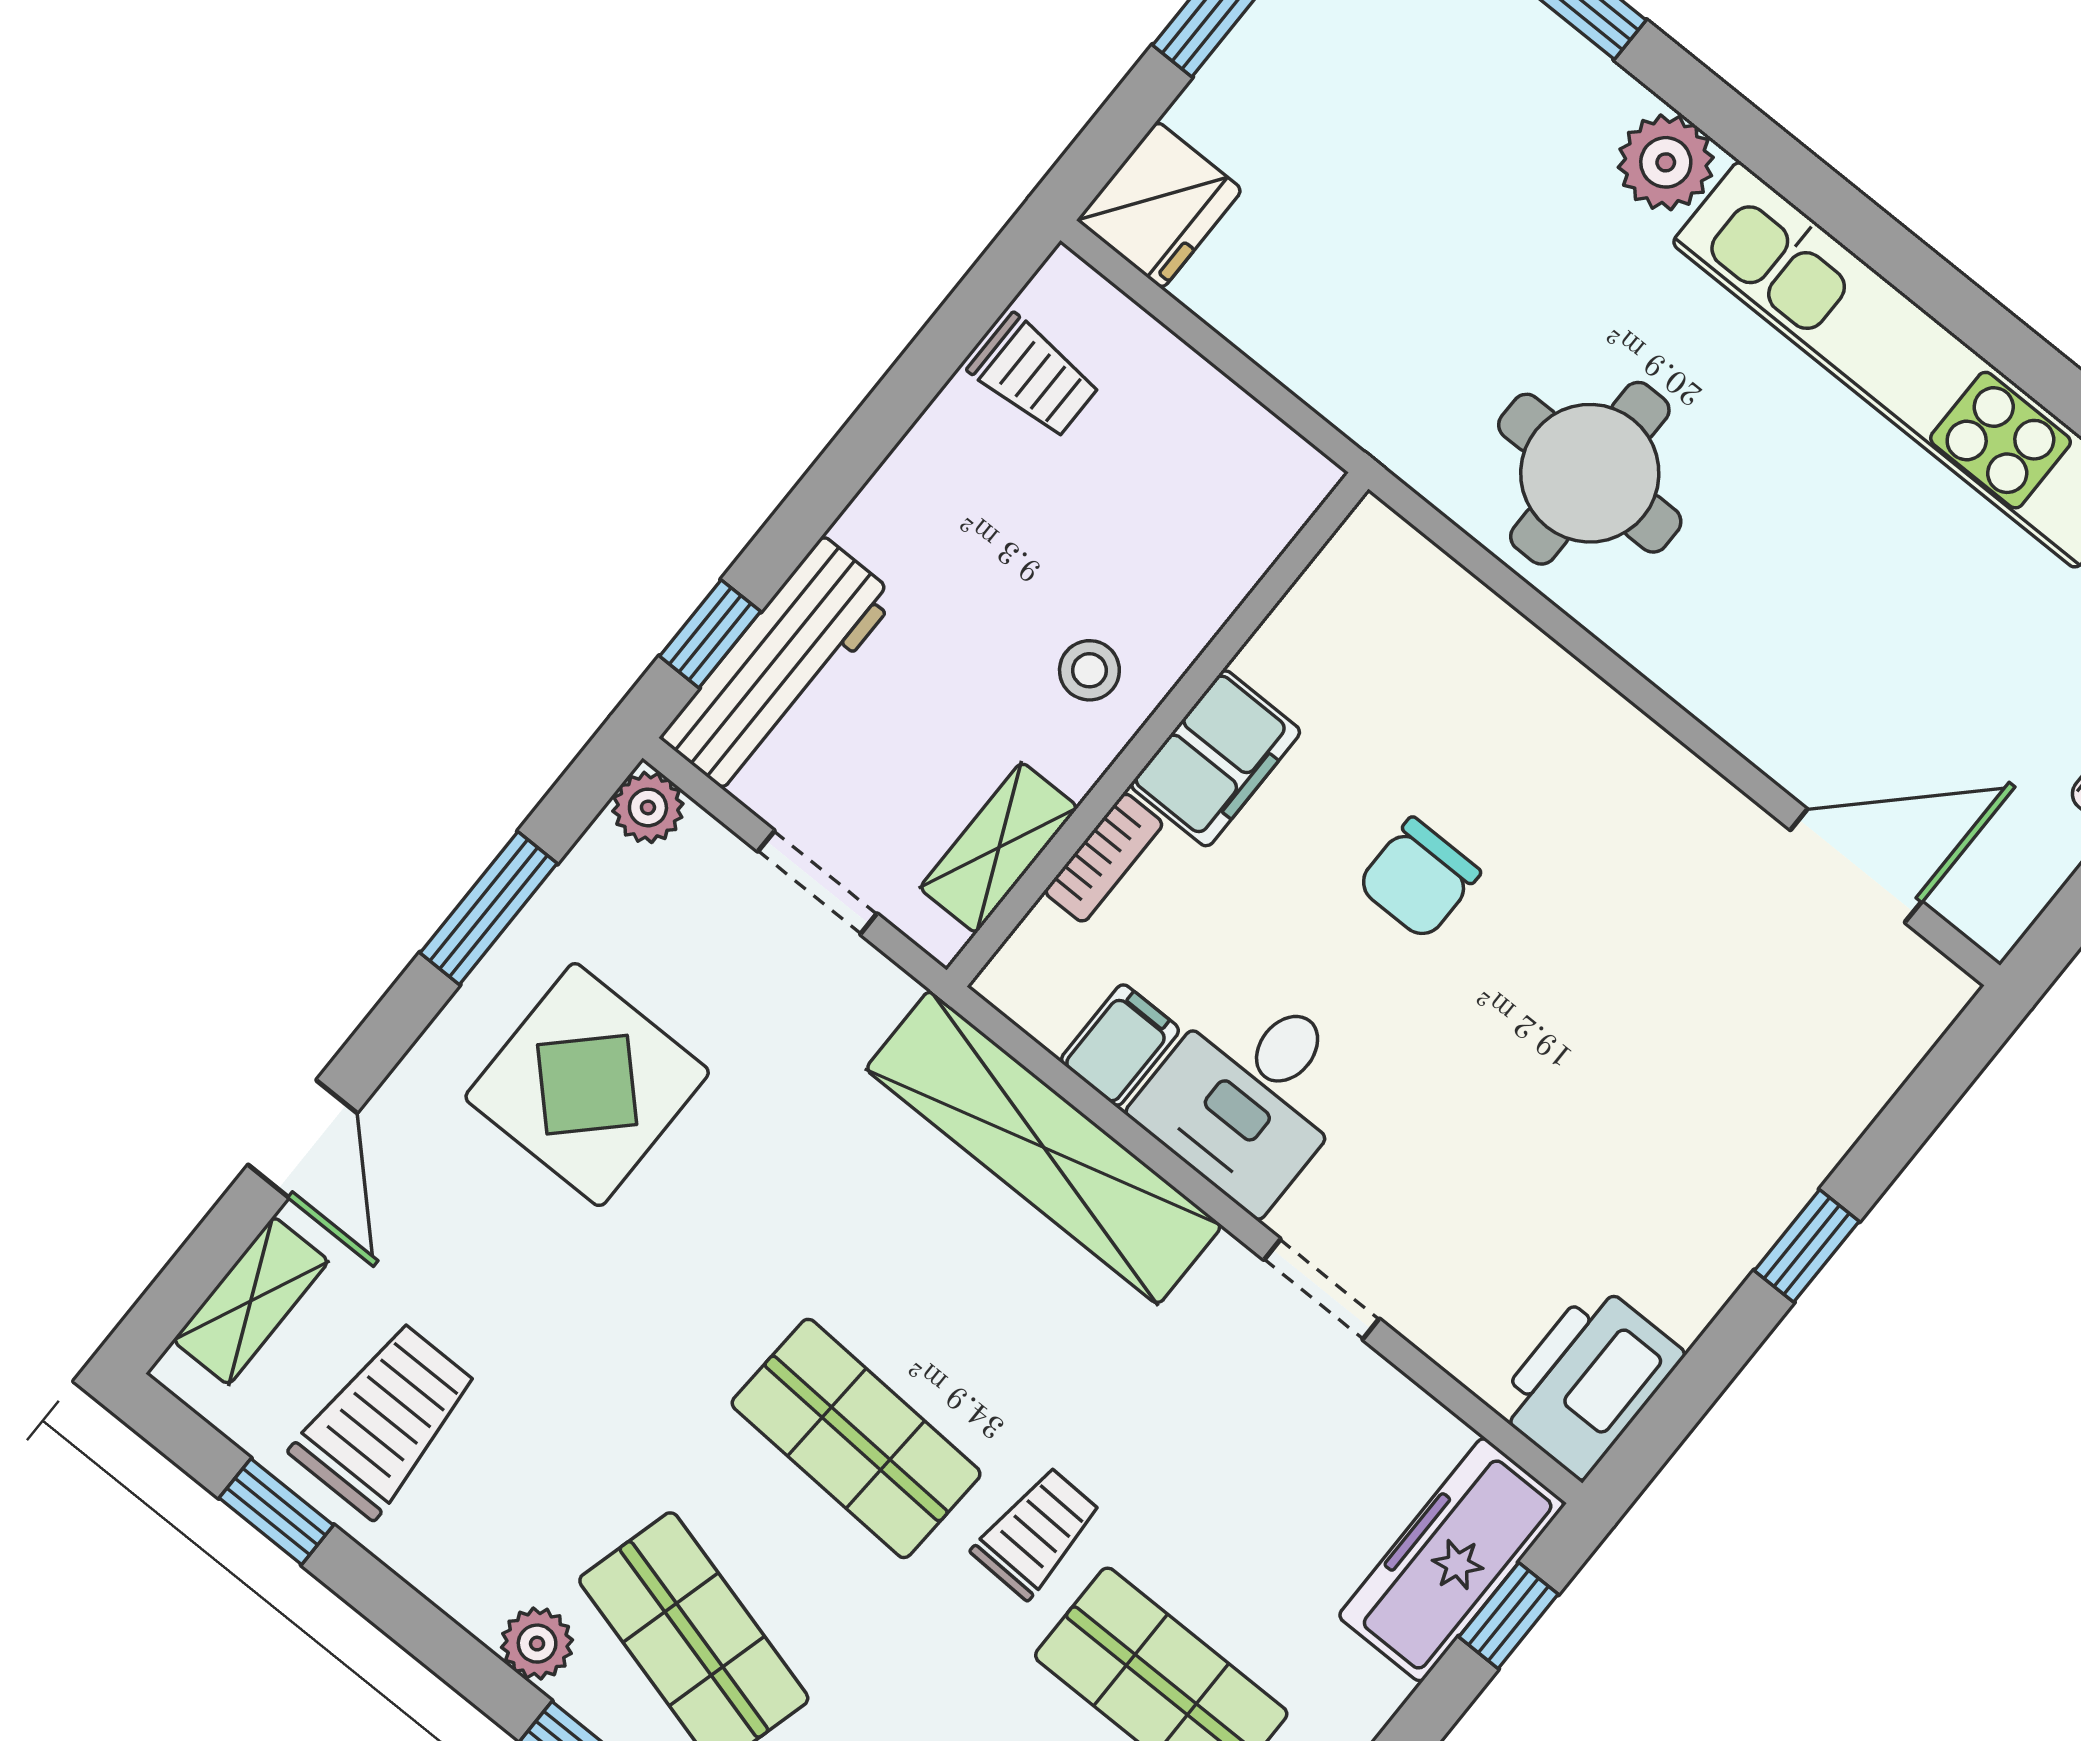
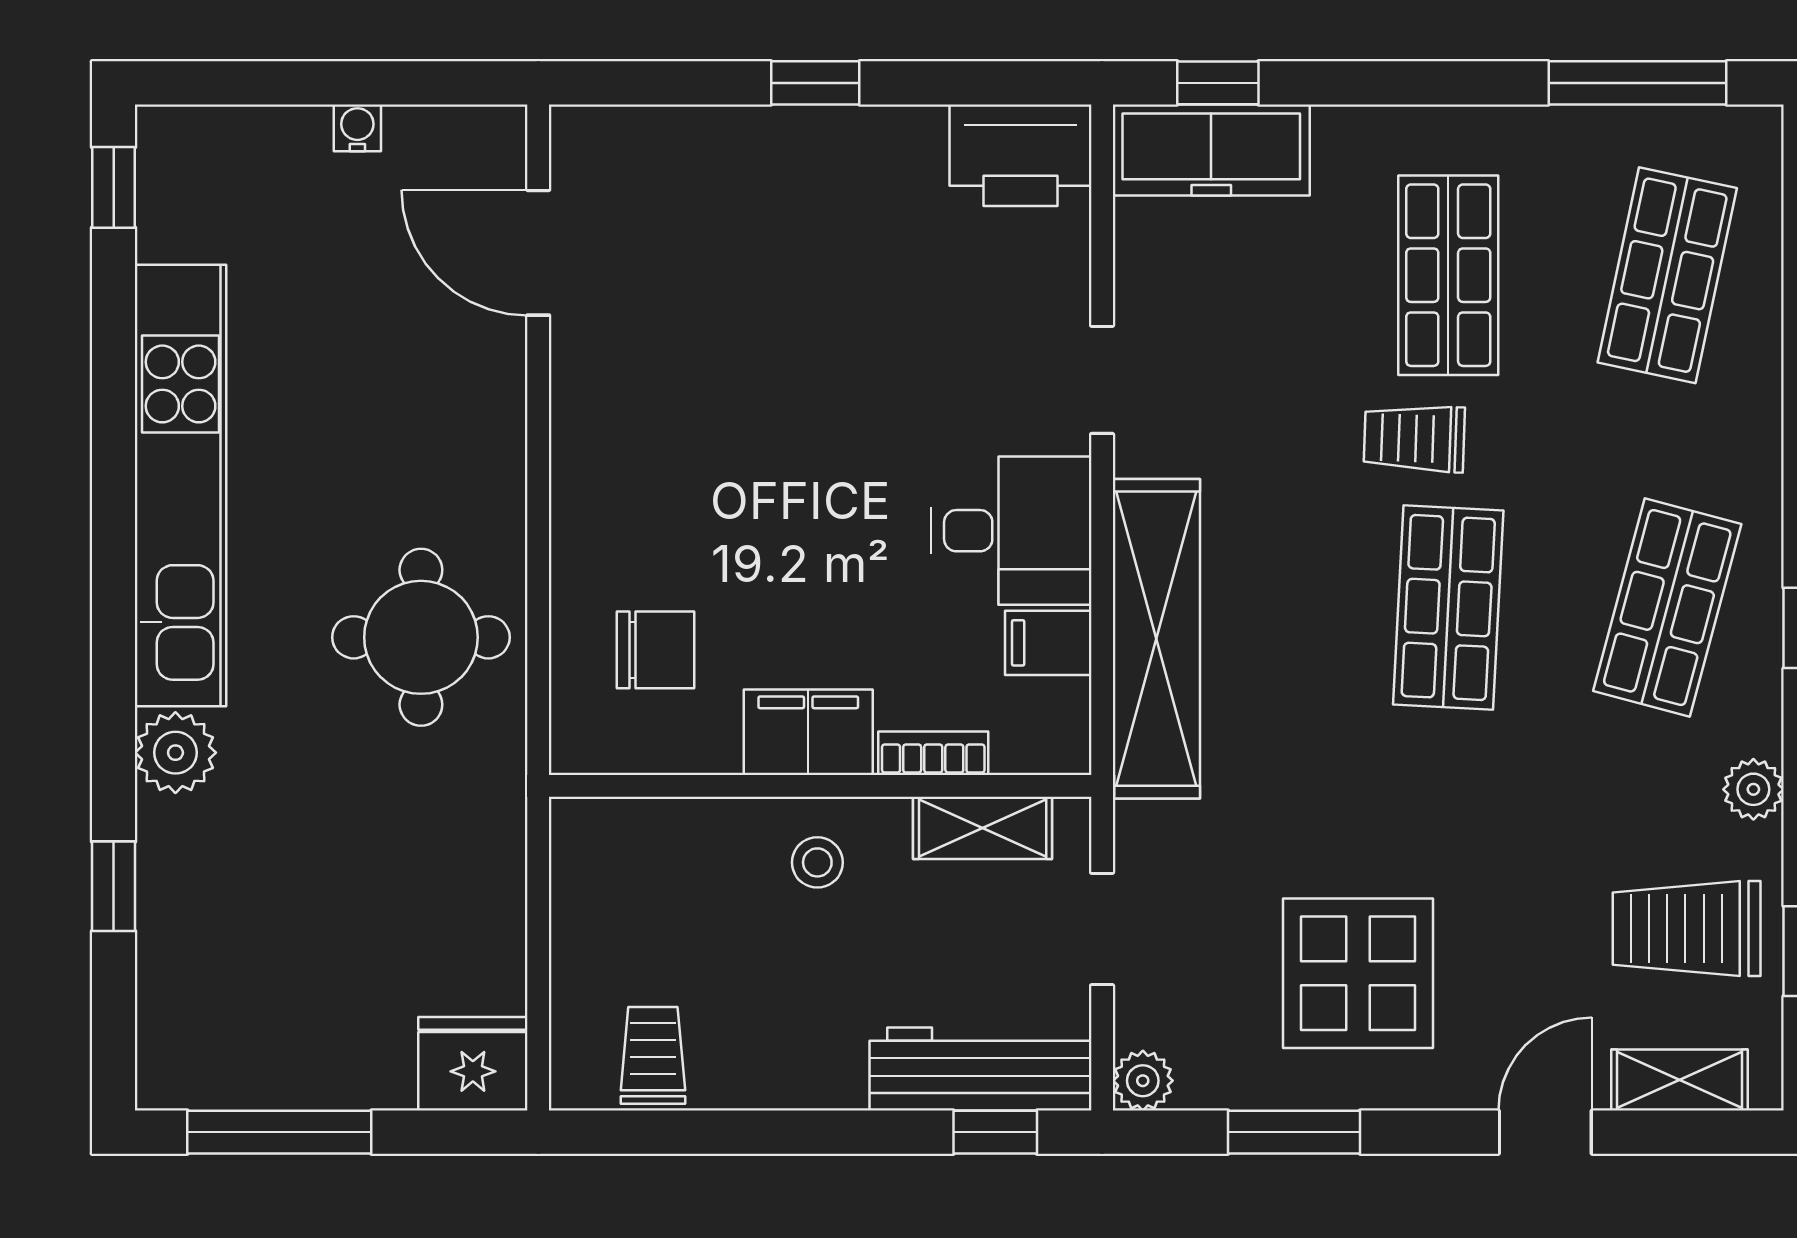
chair: (1419, 879) -> (656, 650), moved
plant: (537, 1644) -> (1753, 789), moved

